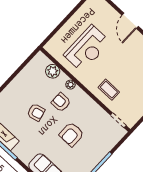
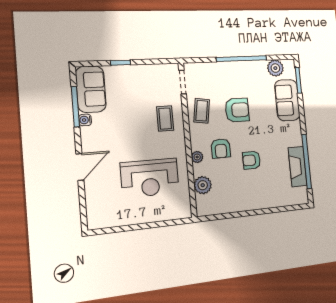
reception desk: (87, 48) -> (150, 178), turned 180
armchair: (36, 112) -> (252, 160), turned -76
coffee table: (92, 114) -> (202, 111), added

